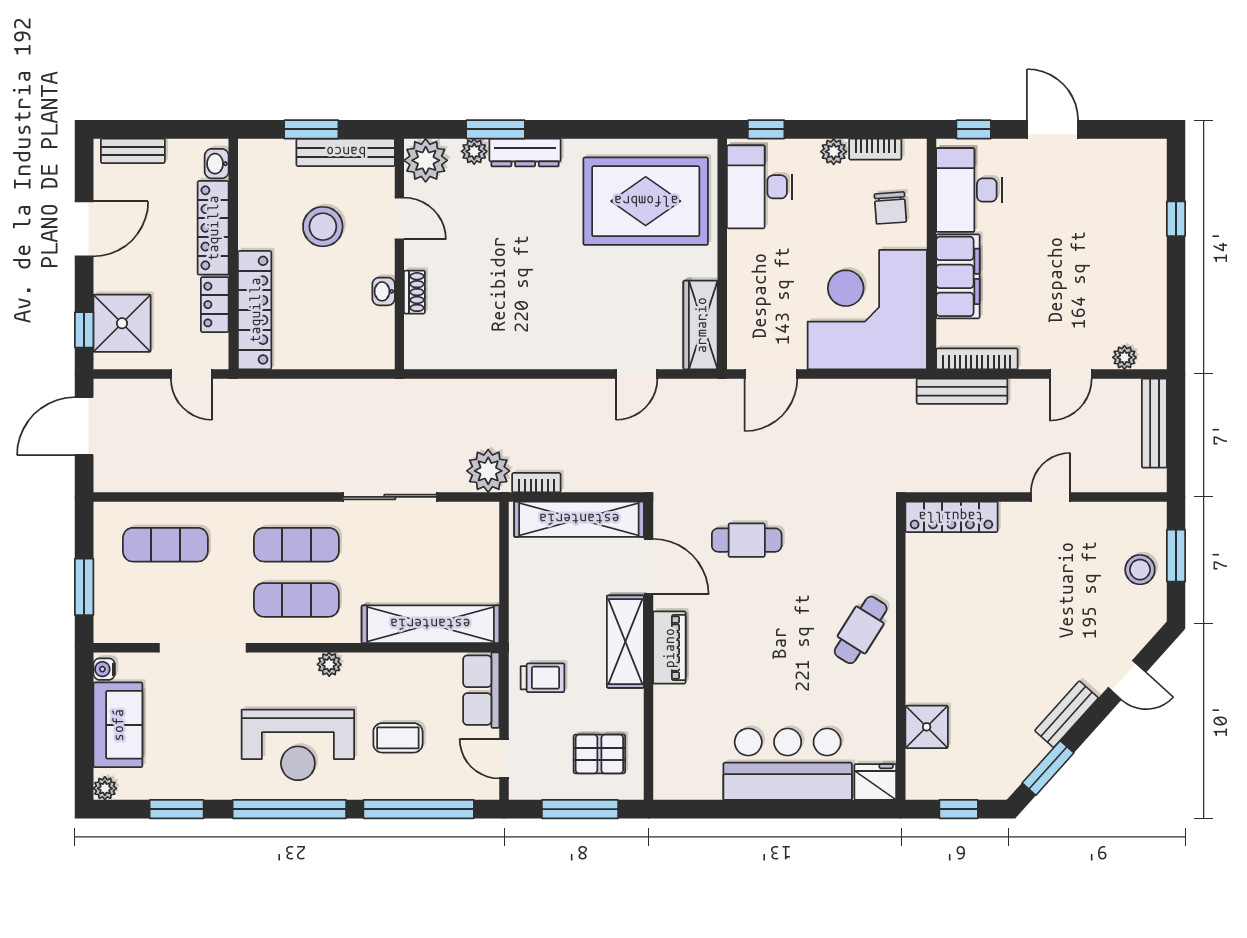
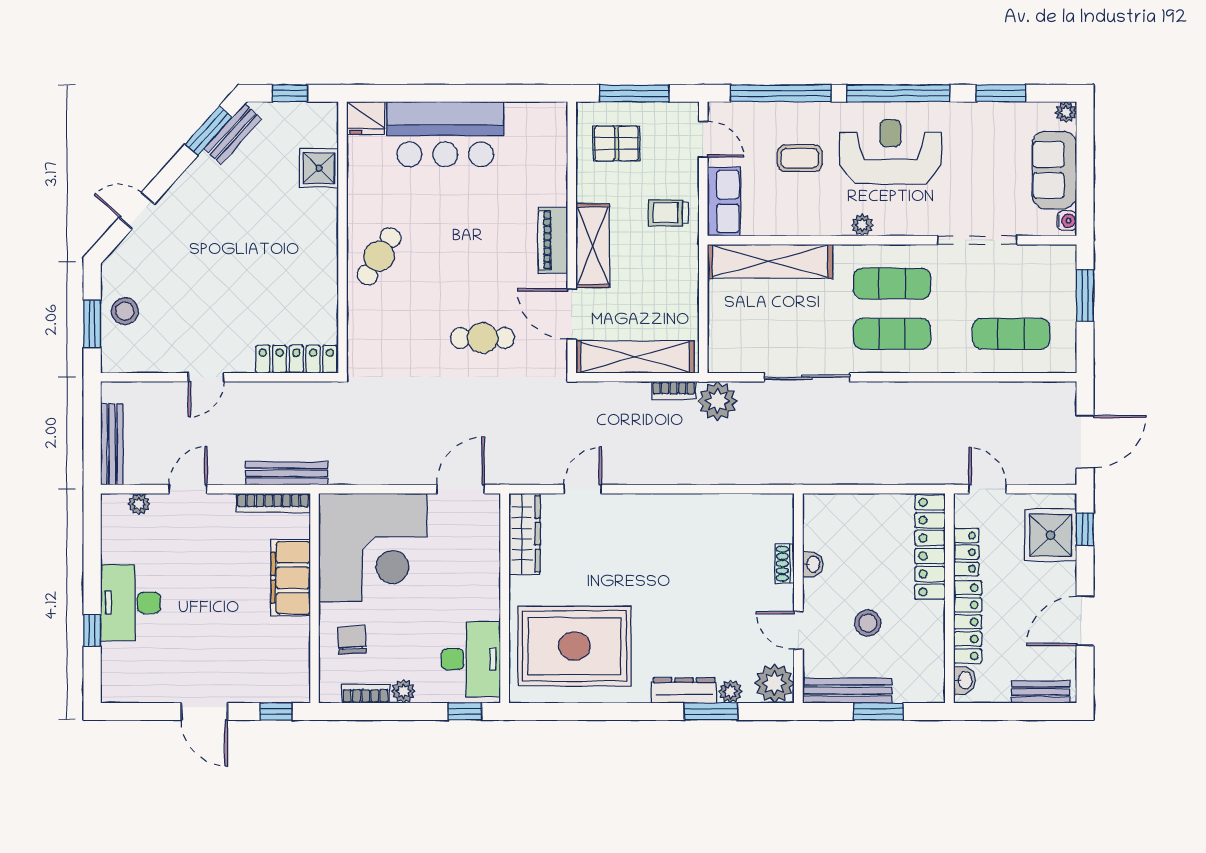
desk: (969, 190) -> (130, 603), moved, turned 180
stool: (323, 227) -> (868, 623), width x0.73, depth x0.73
bench: (1067, 714) -> (233, 134), moved

